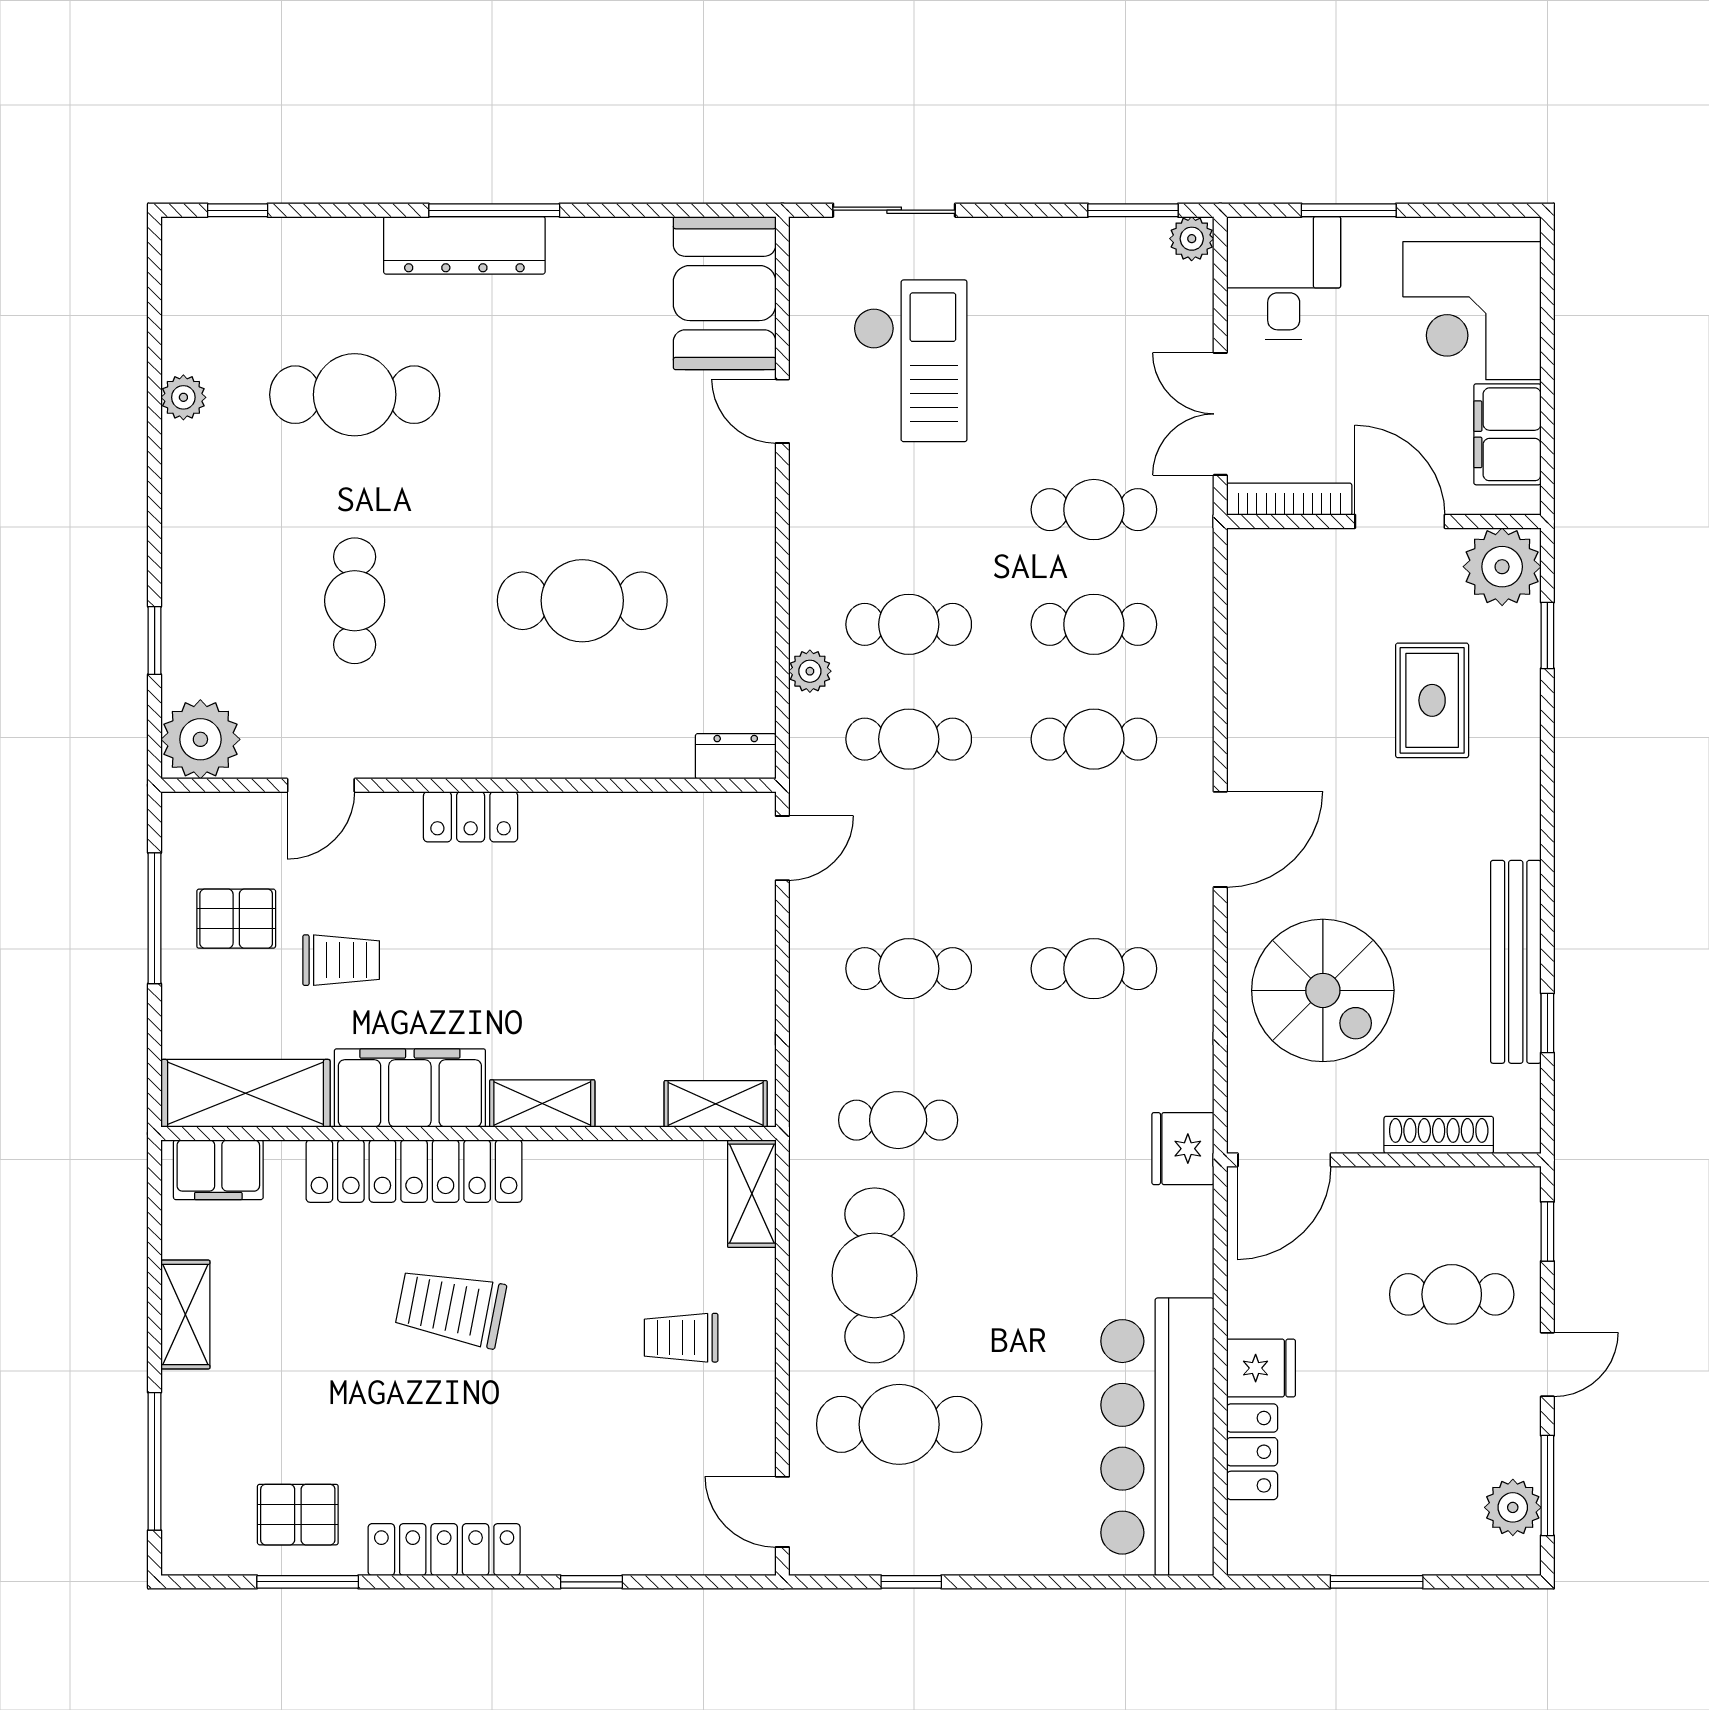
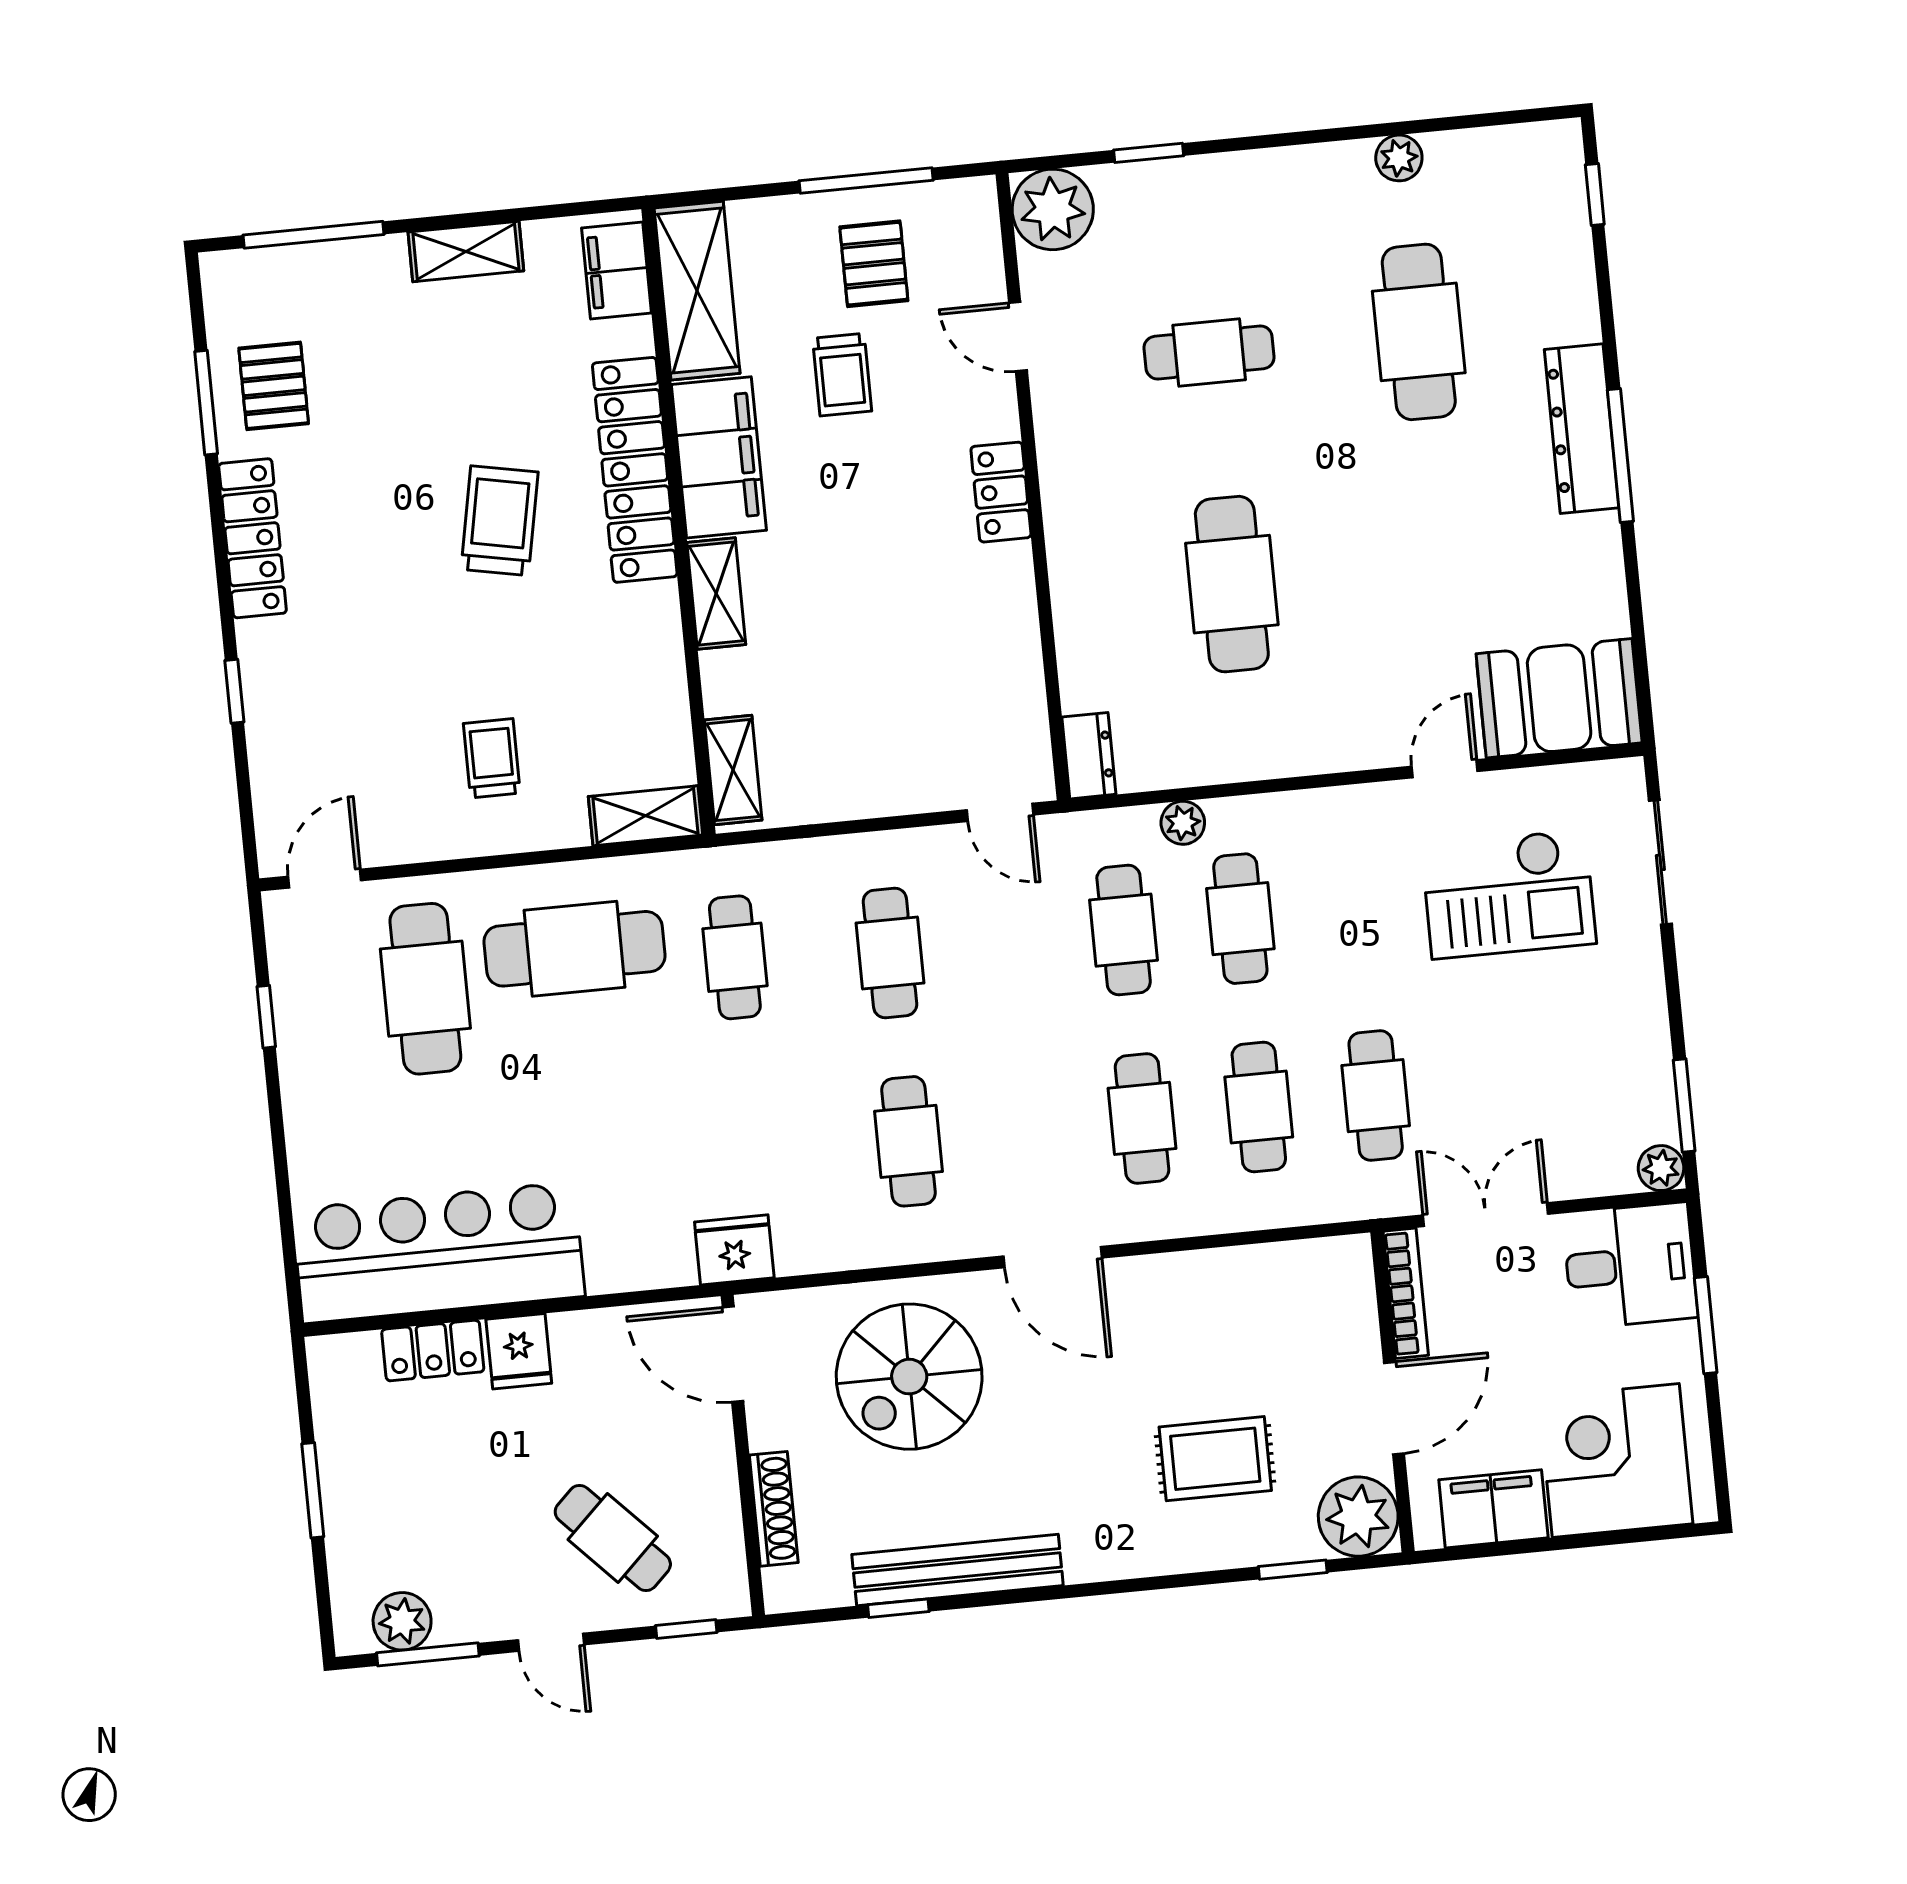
cafe table: (1452, 1294) -> (613, 1538), turned -44

